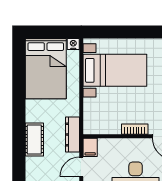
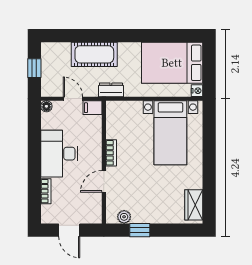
dresser: (72, 135) -> (111, 90), width x0.70
cot: (34, 140) -> (94, 54), width x1.37, depth x1.34

